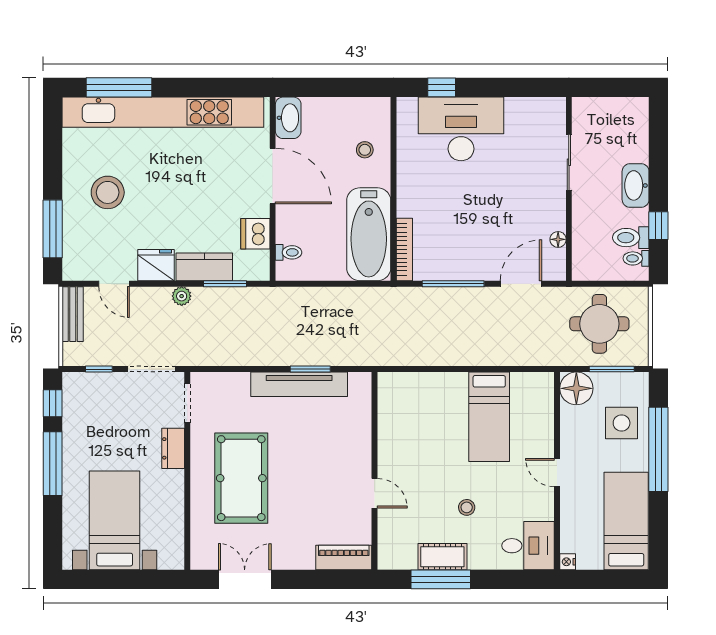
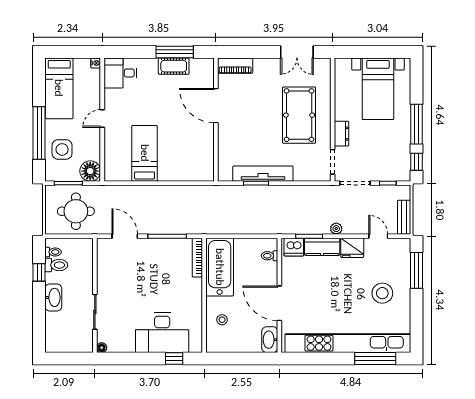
dishwasher: (255, 234) -> (294, 247), moved, turned 90
floor lamp: (558, 239) -> (102, 348), moved
door: (521, 284) -> (125, 236), swing flipped
door: (557, 473) -> (102, 119), swing flipped
door: (375, 493) -> (216, 106), width x1.88
stool: (467, 507) -> (159, 97), removed

